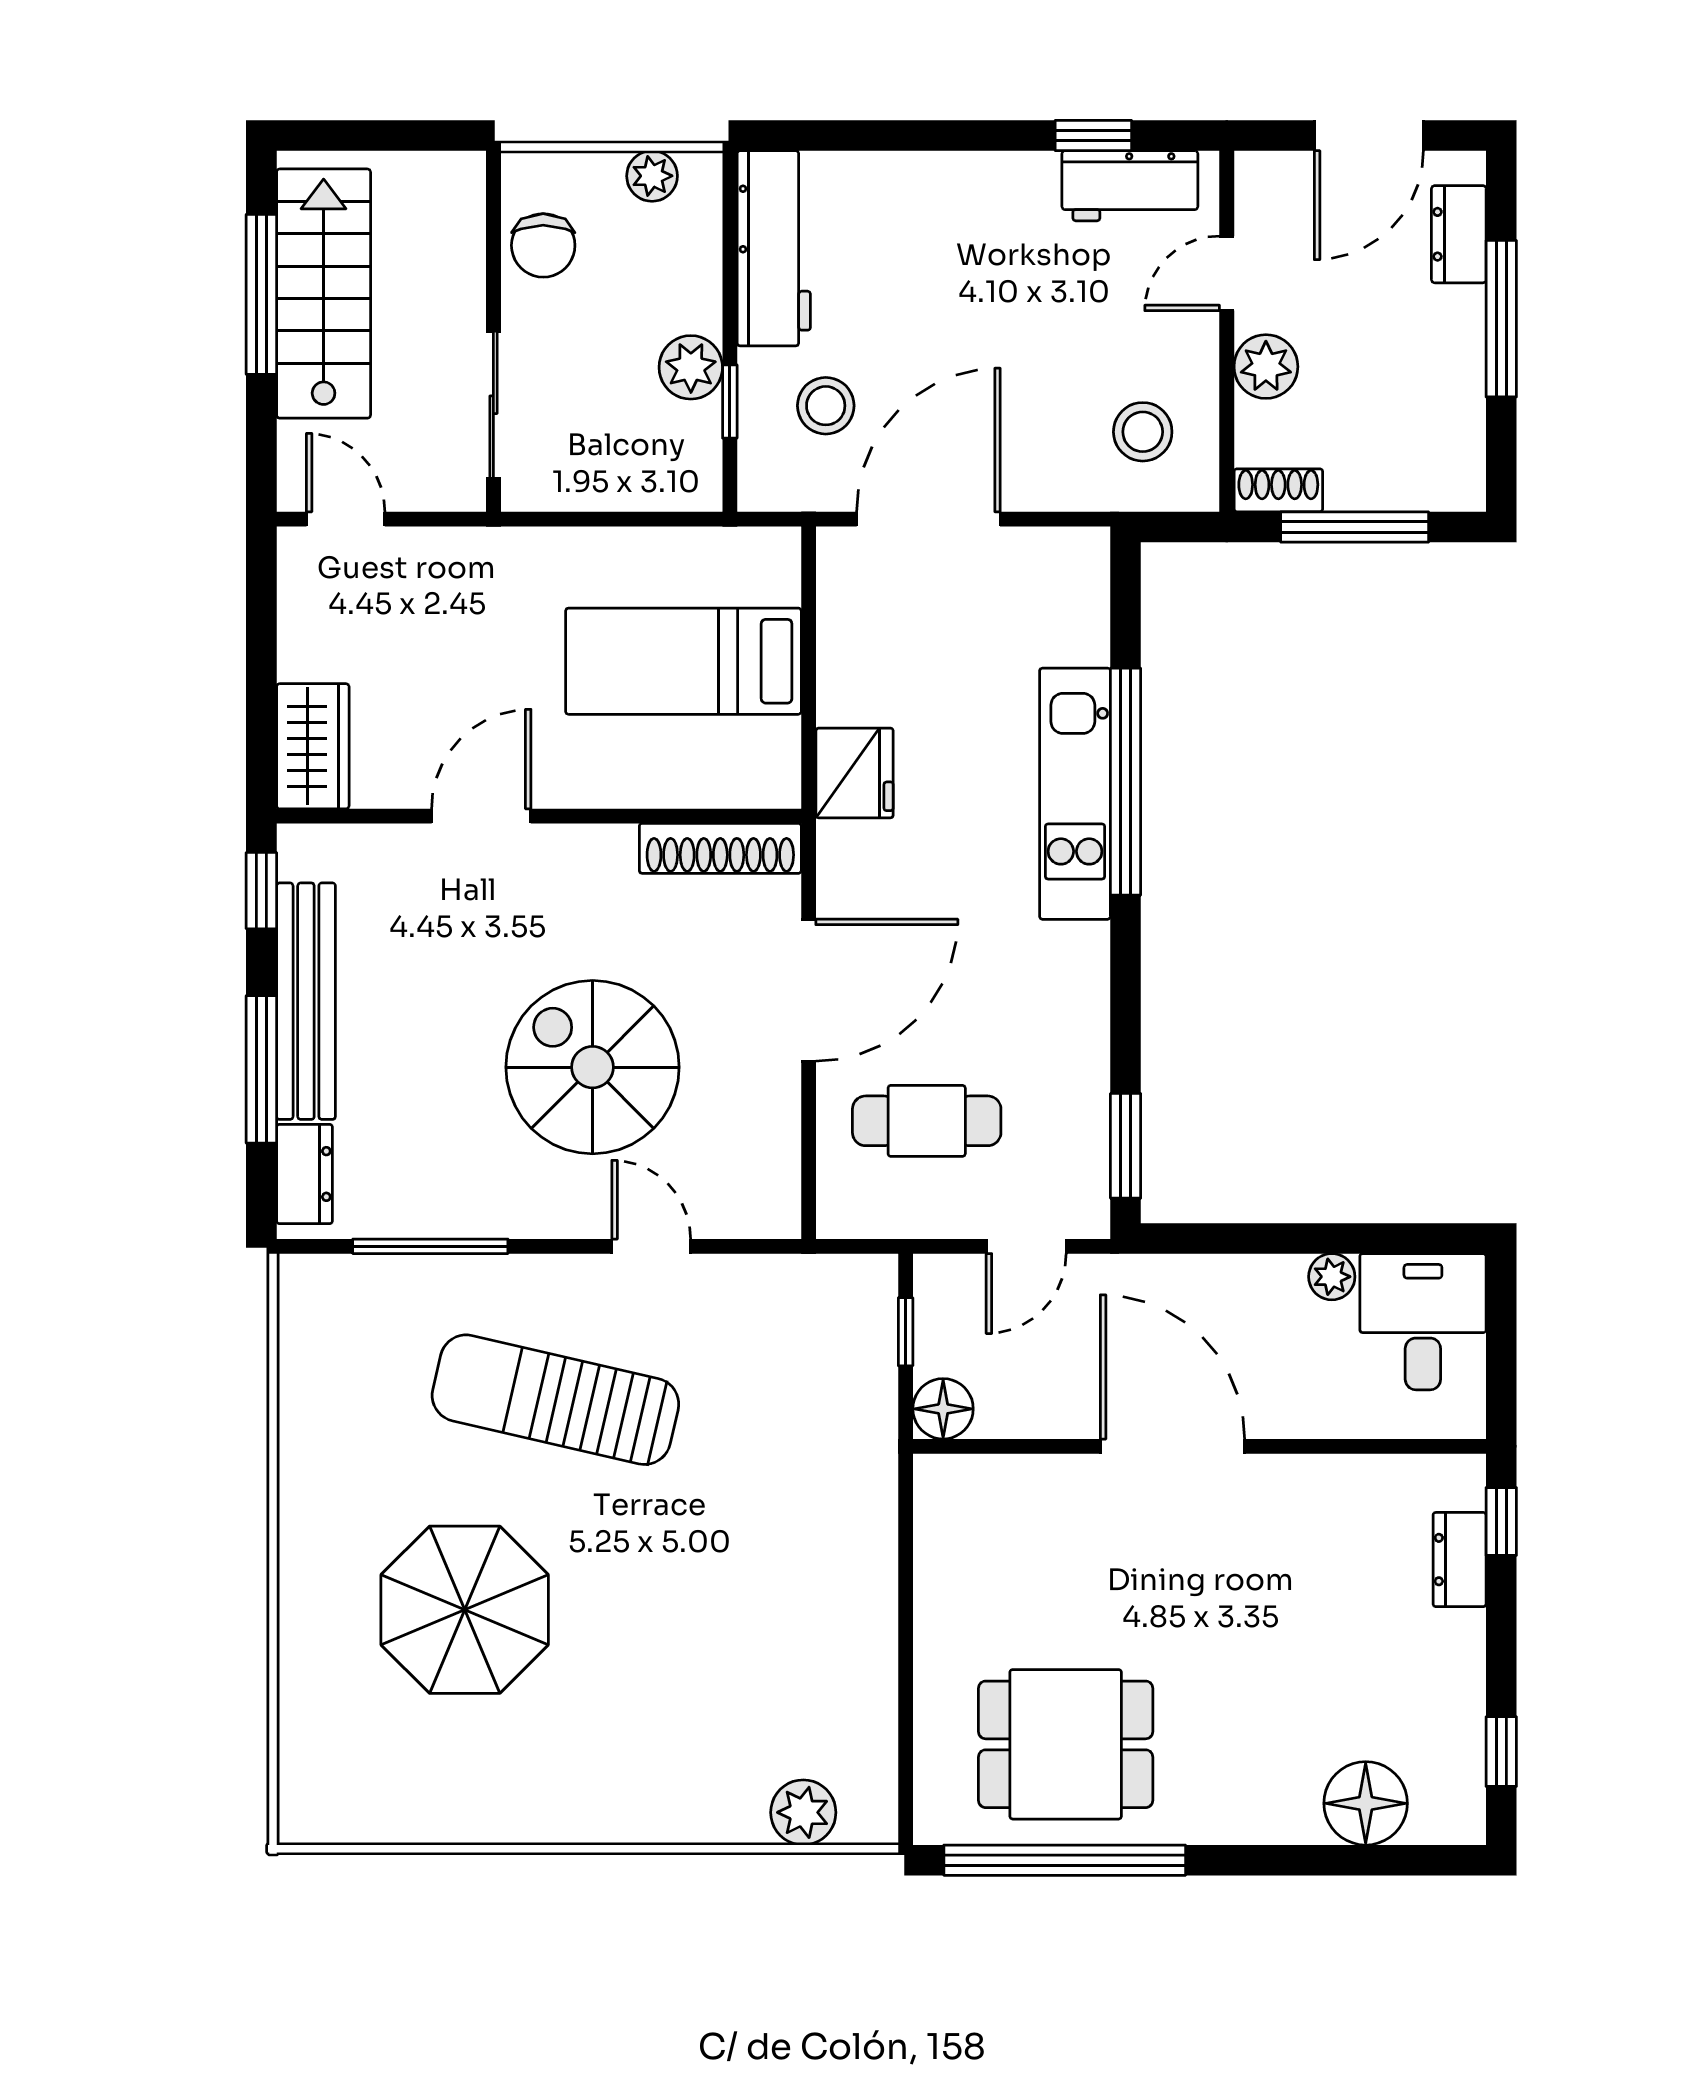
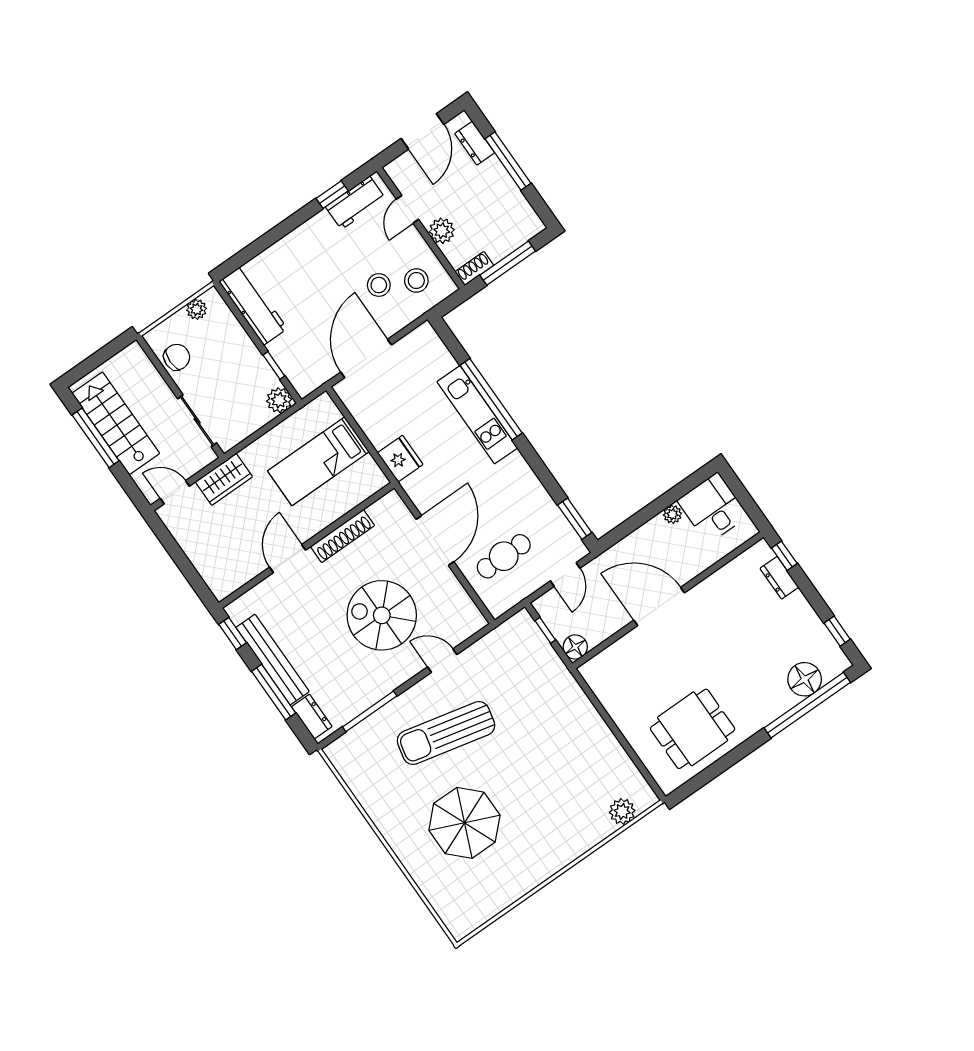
chair: (543, 245) -> (177, 357), turned -90
plant: (691, 367) -> (279, 400), moved
stool: (826, 406) -> (379, 285), moved
wardrobe: (313, 746) -> (224, 479), moved, turned 90
shoe rack: (720, 848) -> (342, 536), moved
window: (1065, 1860) -> (807, 705), moved

